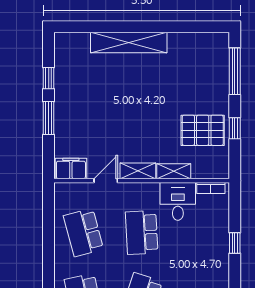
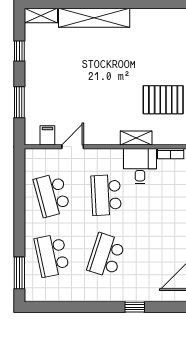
window: (49, 118) -> (19, 102), moved
filing cabinet: (71, 168) -> (47, 135), width x0.50
shelving: (138, 171) -> (41, 16), moved

